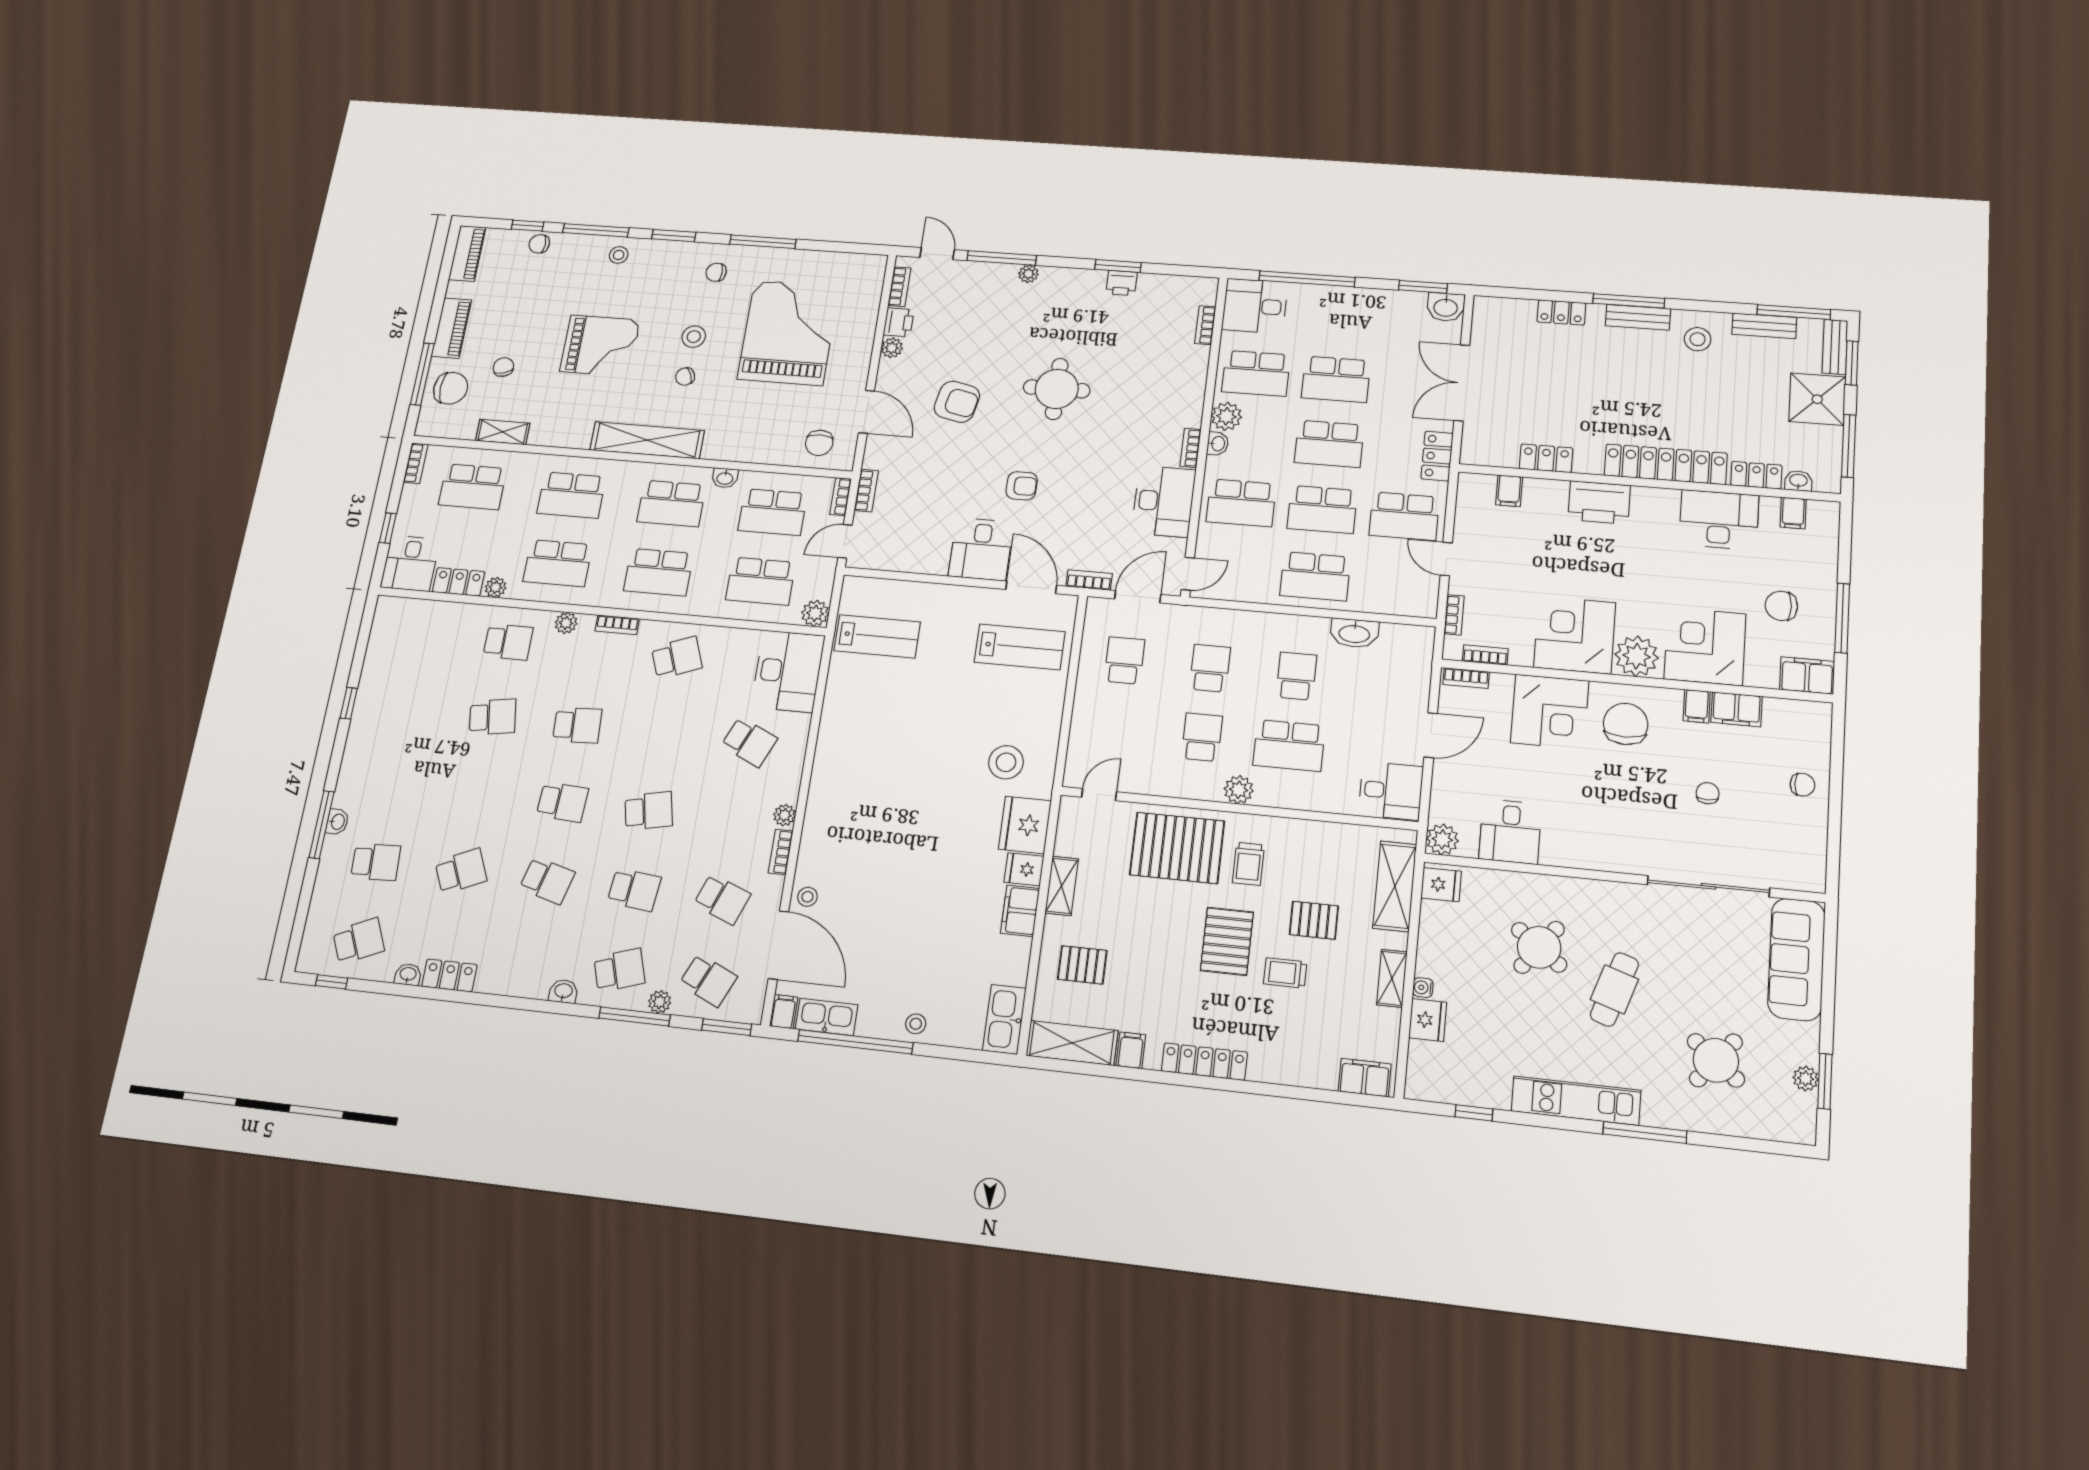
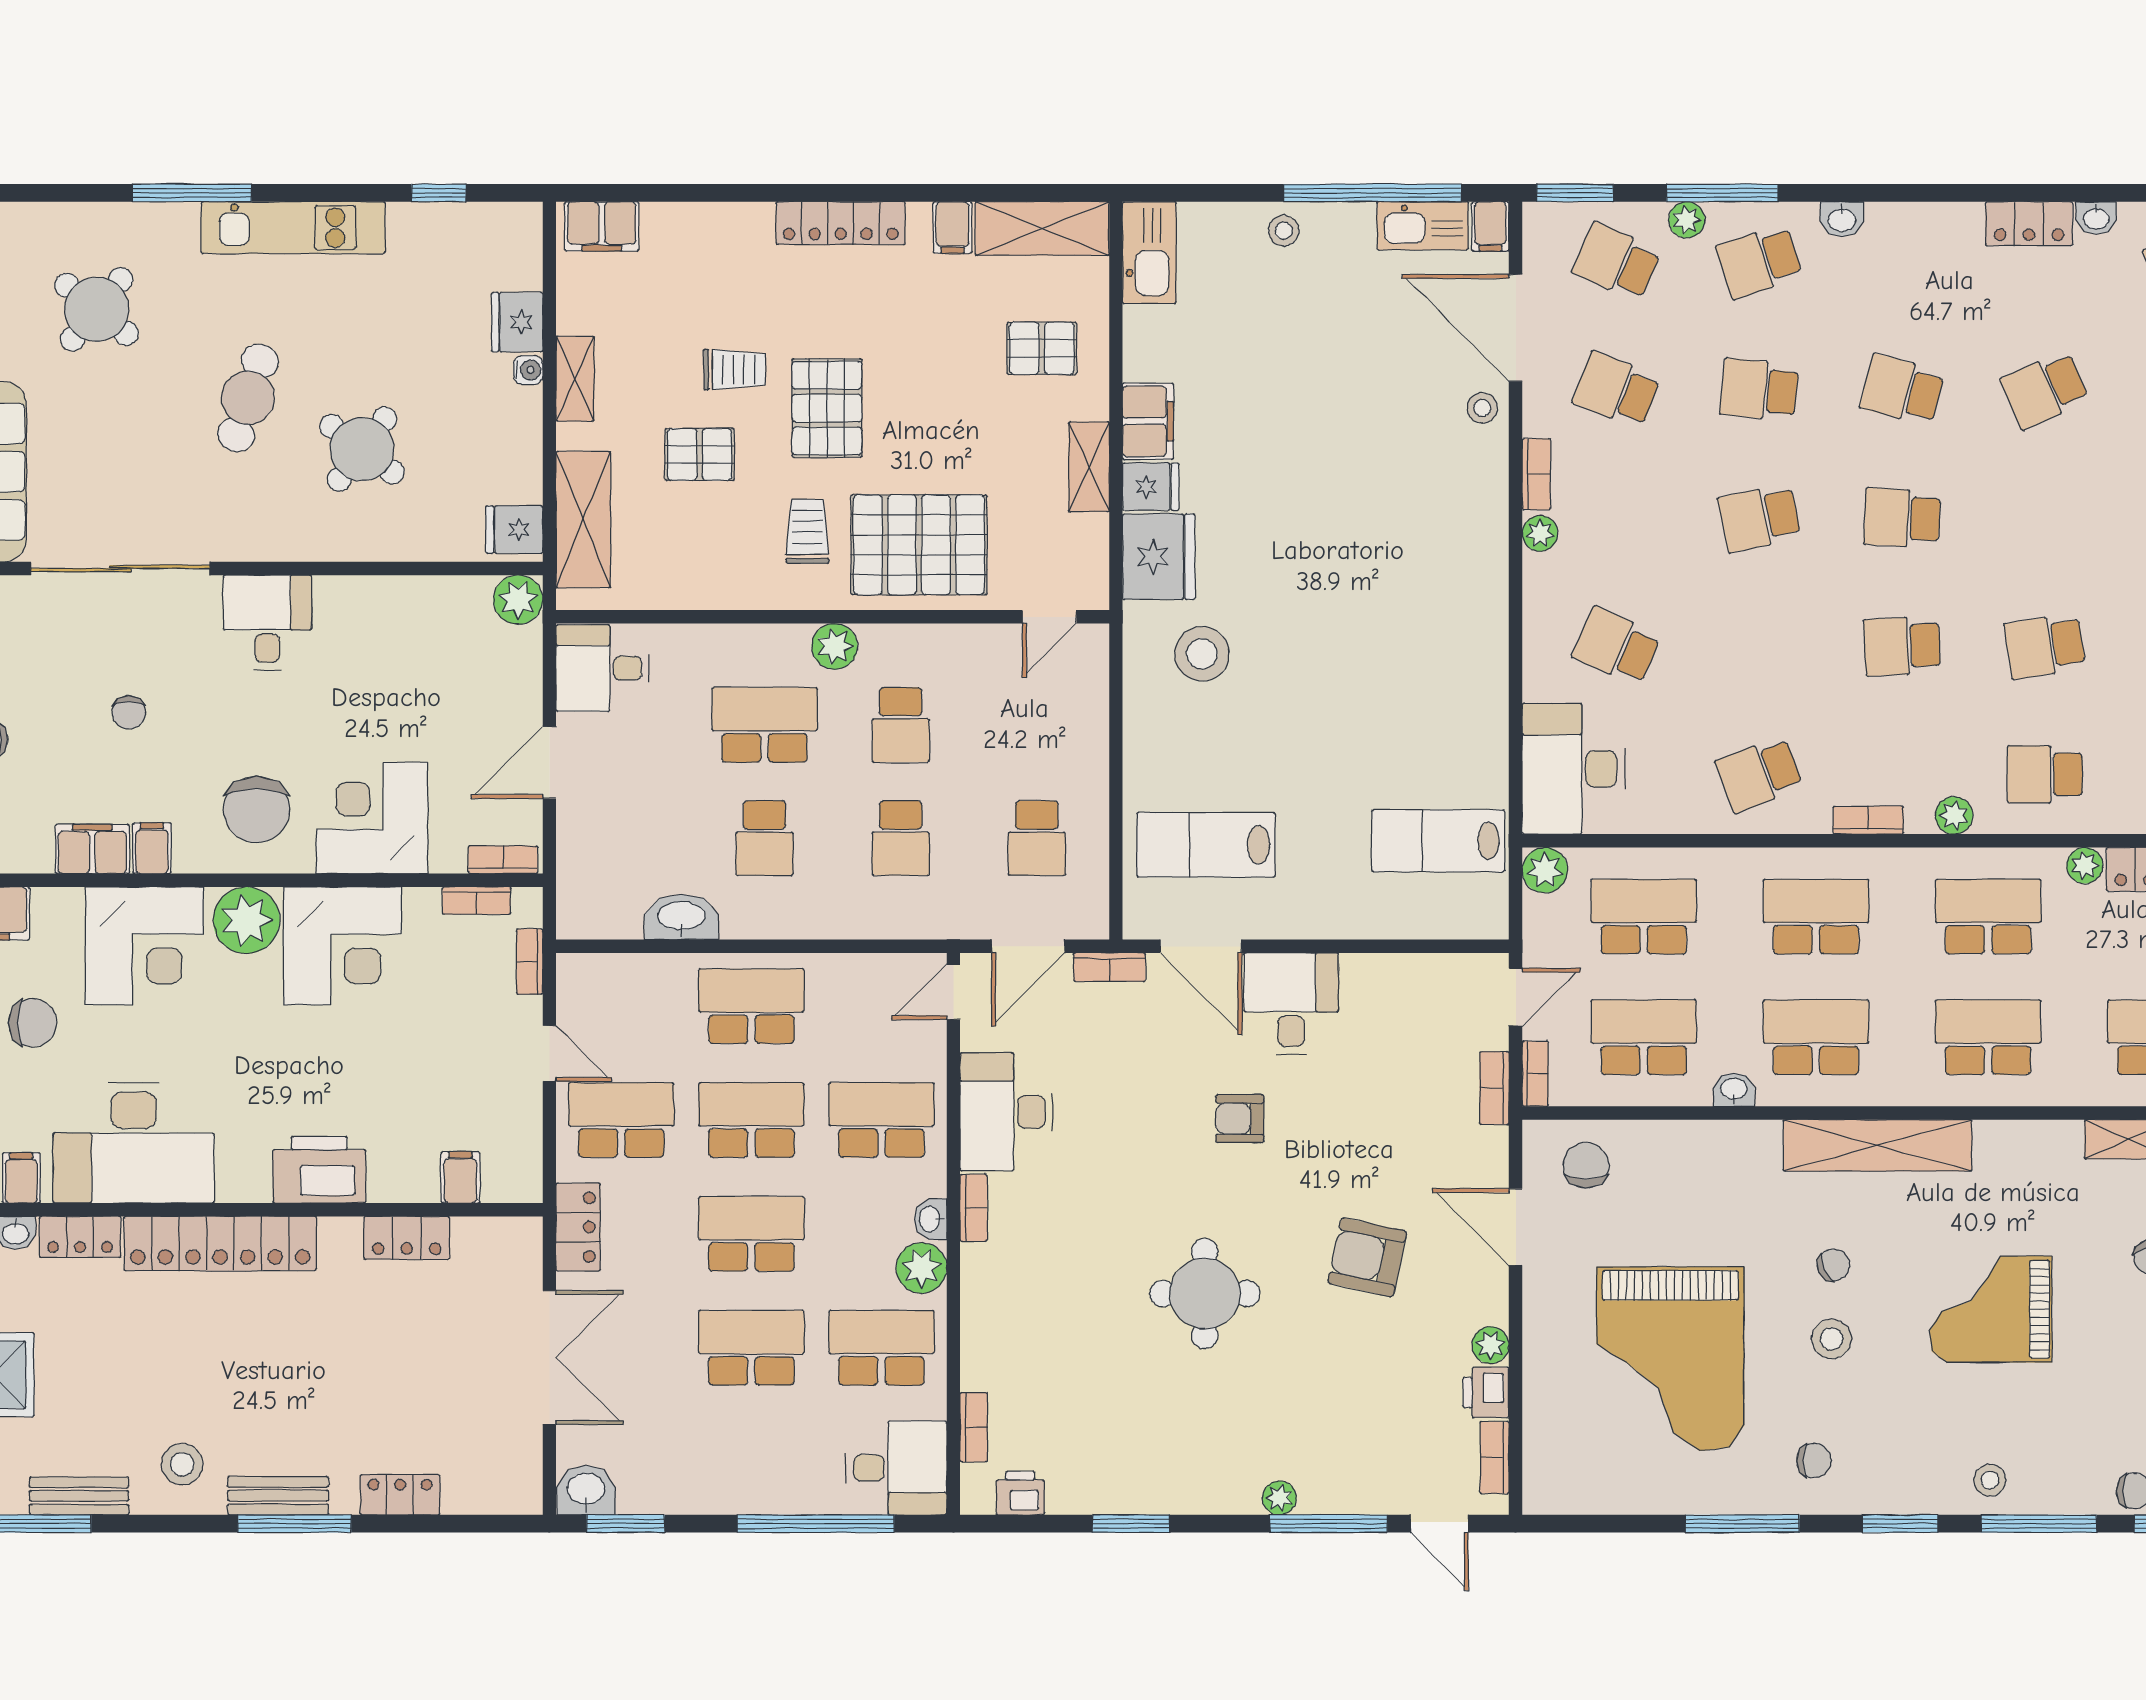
printer: (1122, 283) -> (1020, 1493), moved
desk: (1719, 520) -> (134, 1143), width x1.36, depth x1.30
desk: (1510, 832) -> (267, 622), moved

